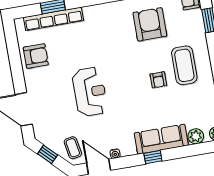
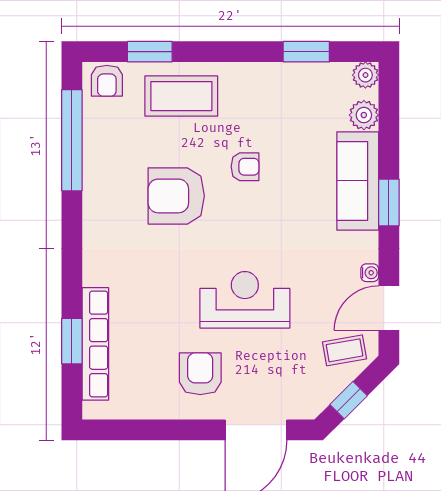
armchair: (150, 24) -> (176, 196), moved
armchair: (36, 56) -> (200, 374), moved
coffee table: (184, 65) -> (181, 96), moved
window: (153, 157) -> (389, 203), width x1.50

